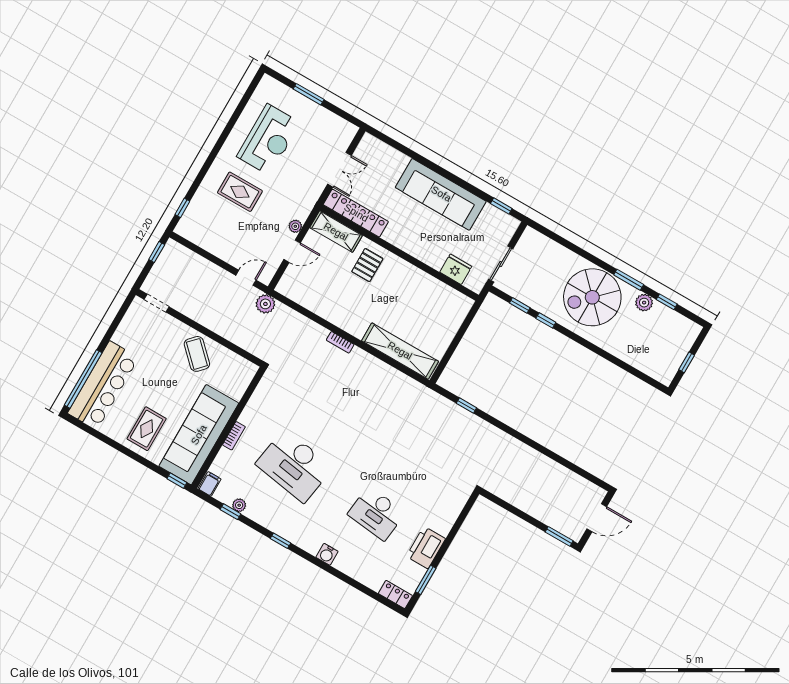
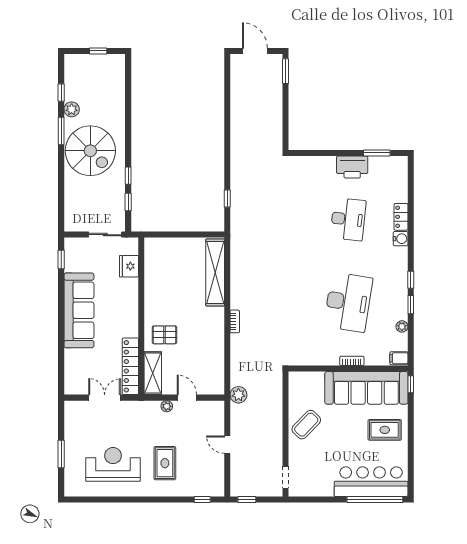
door: (246, 278) -> (227, 445), moved
window: (230, 512) -> (411, 305), moved
locker: (395, 594) -> (401, 217), moved

